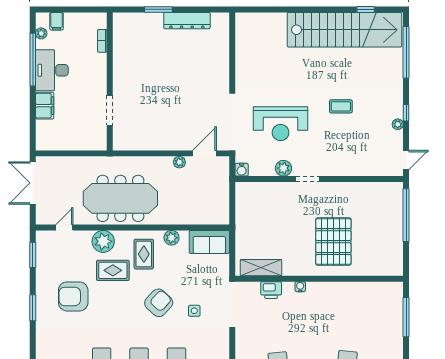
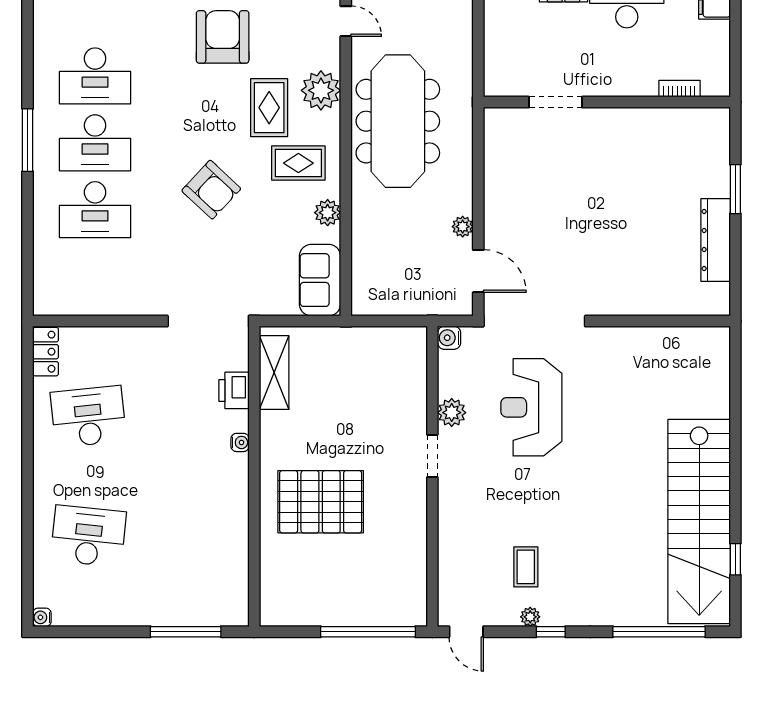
coffee table: (341, 106) -> (526, 567), moved
side table: (194, 311) -> (197, 253), removed

